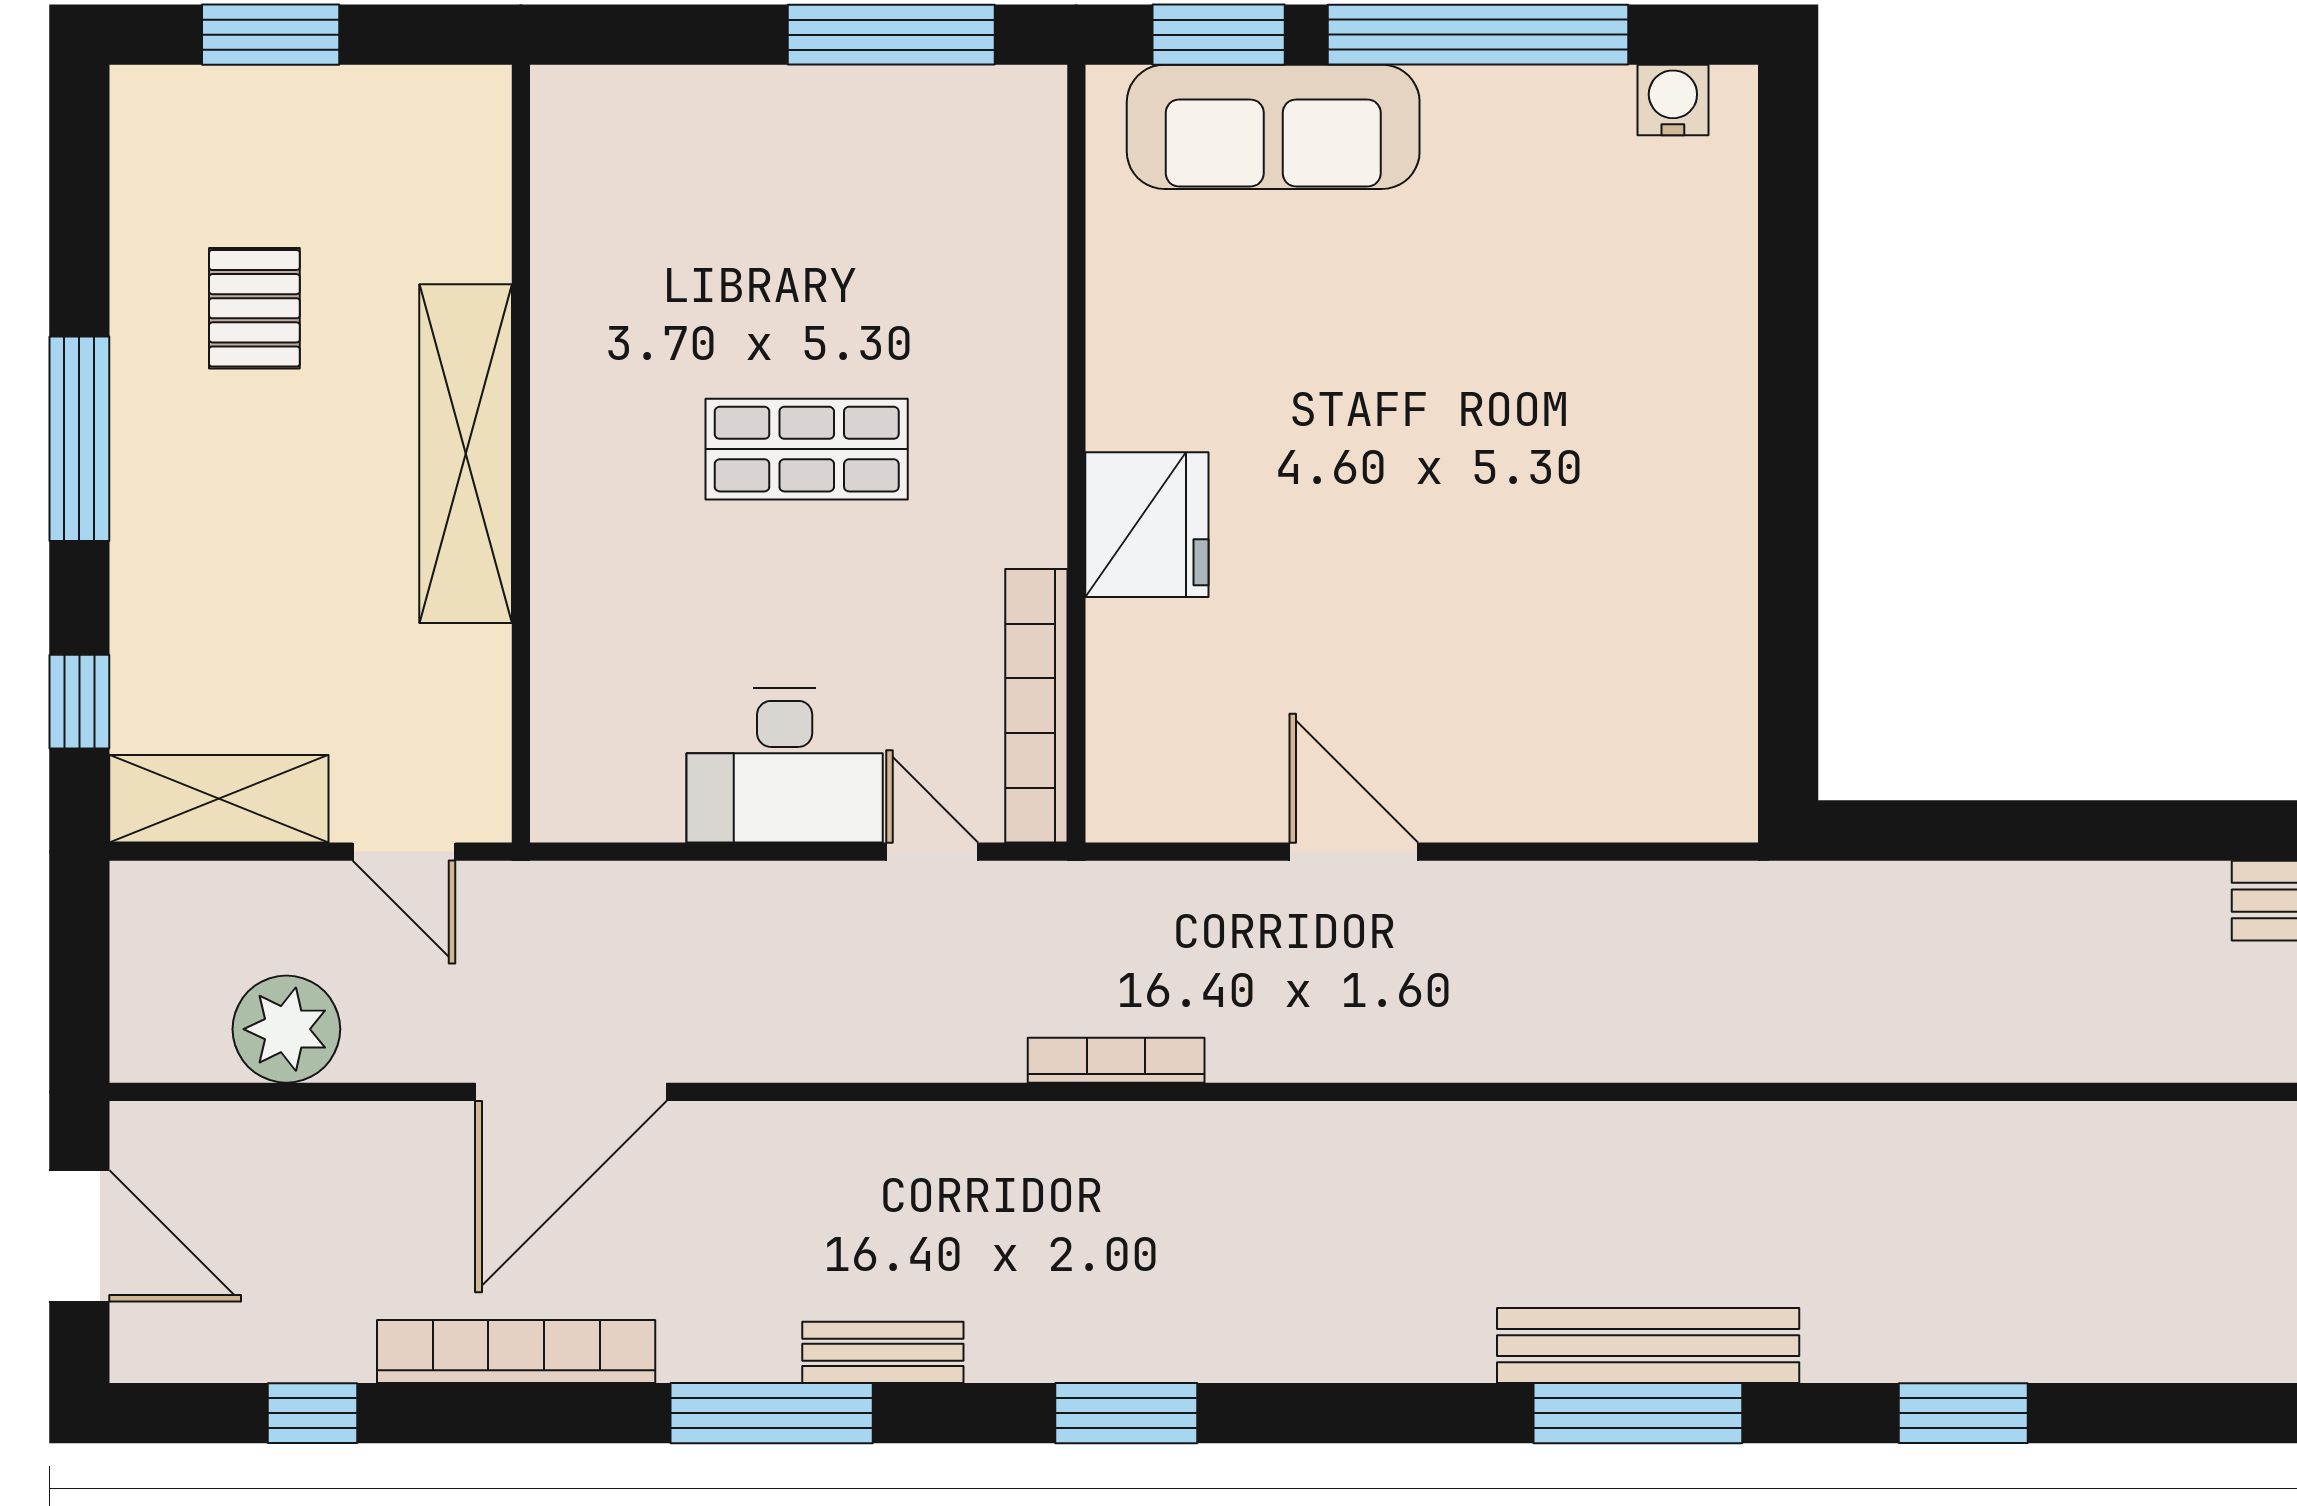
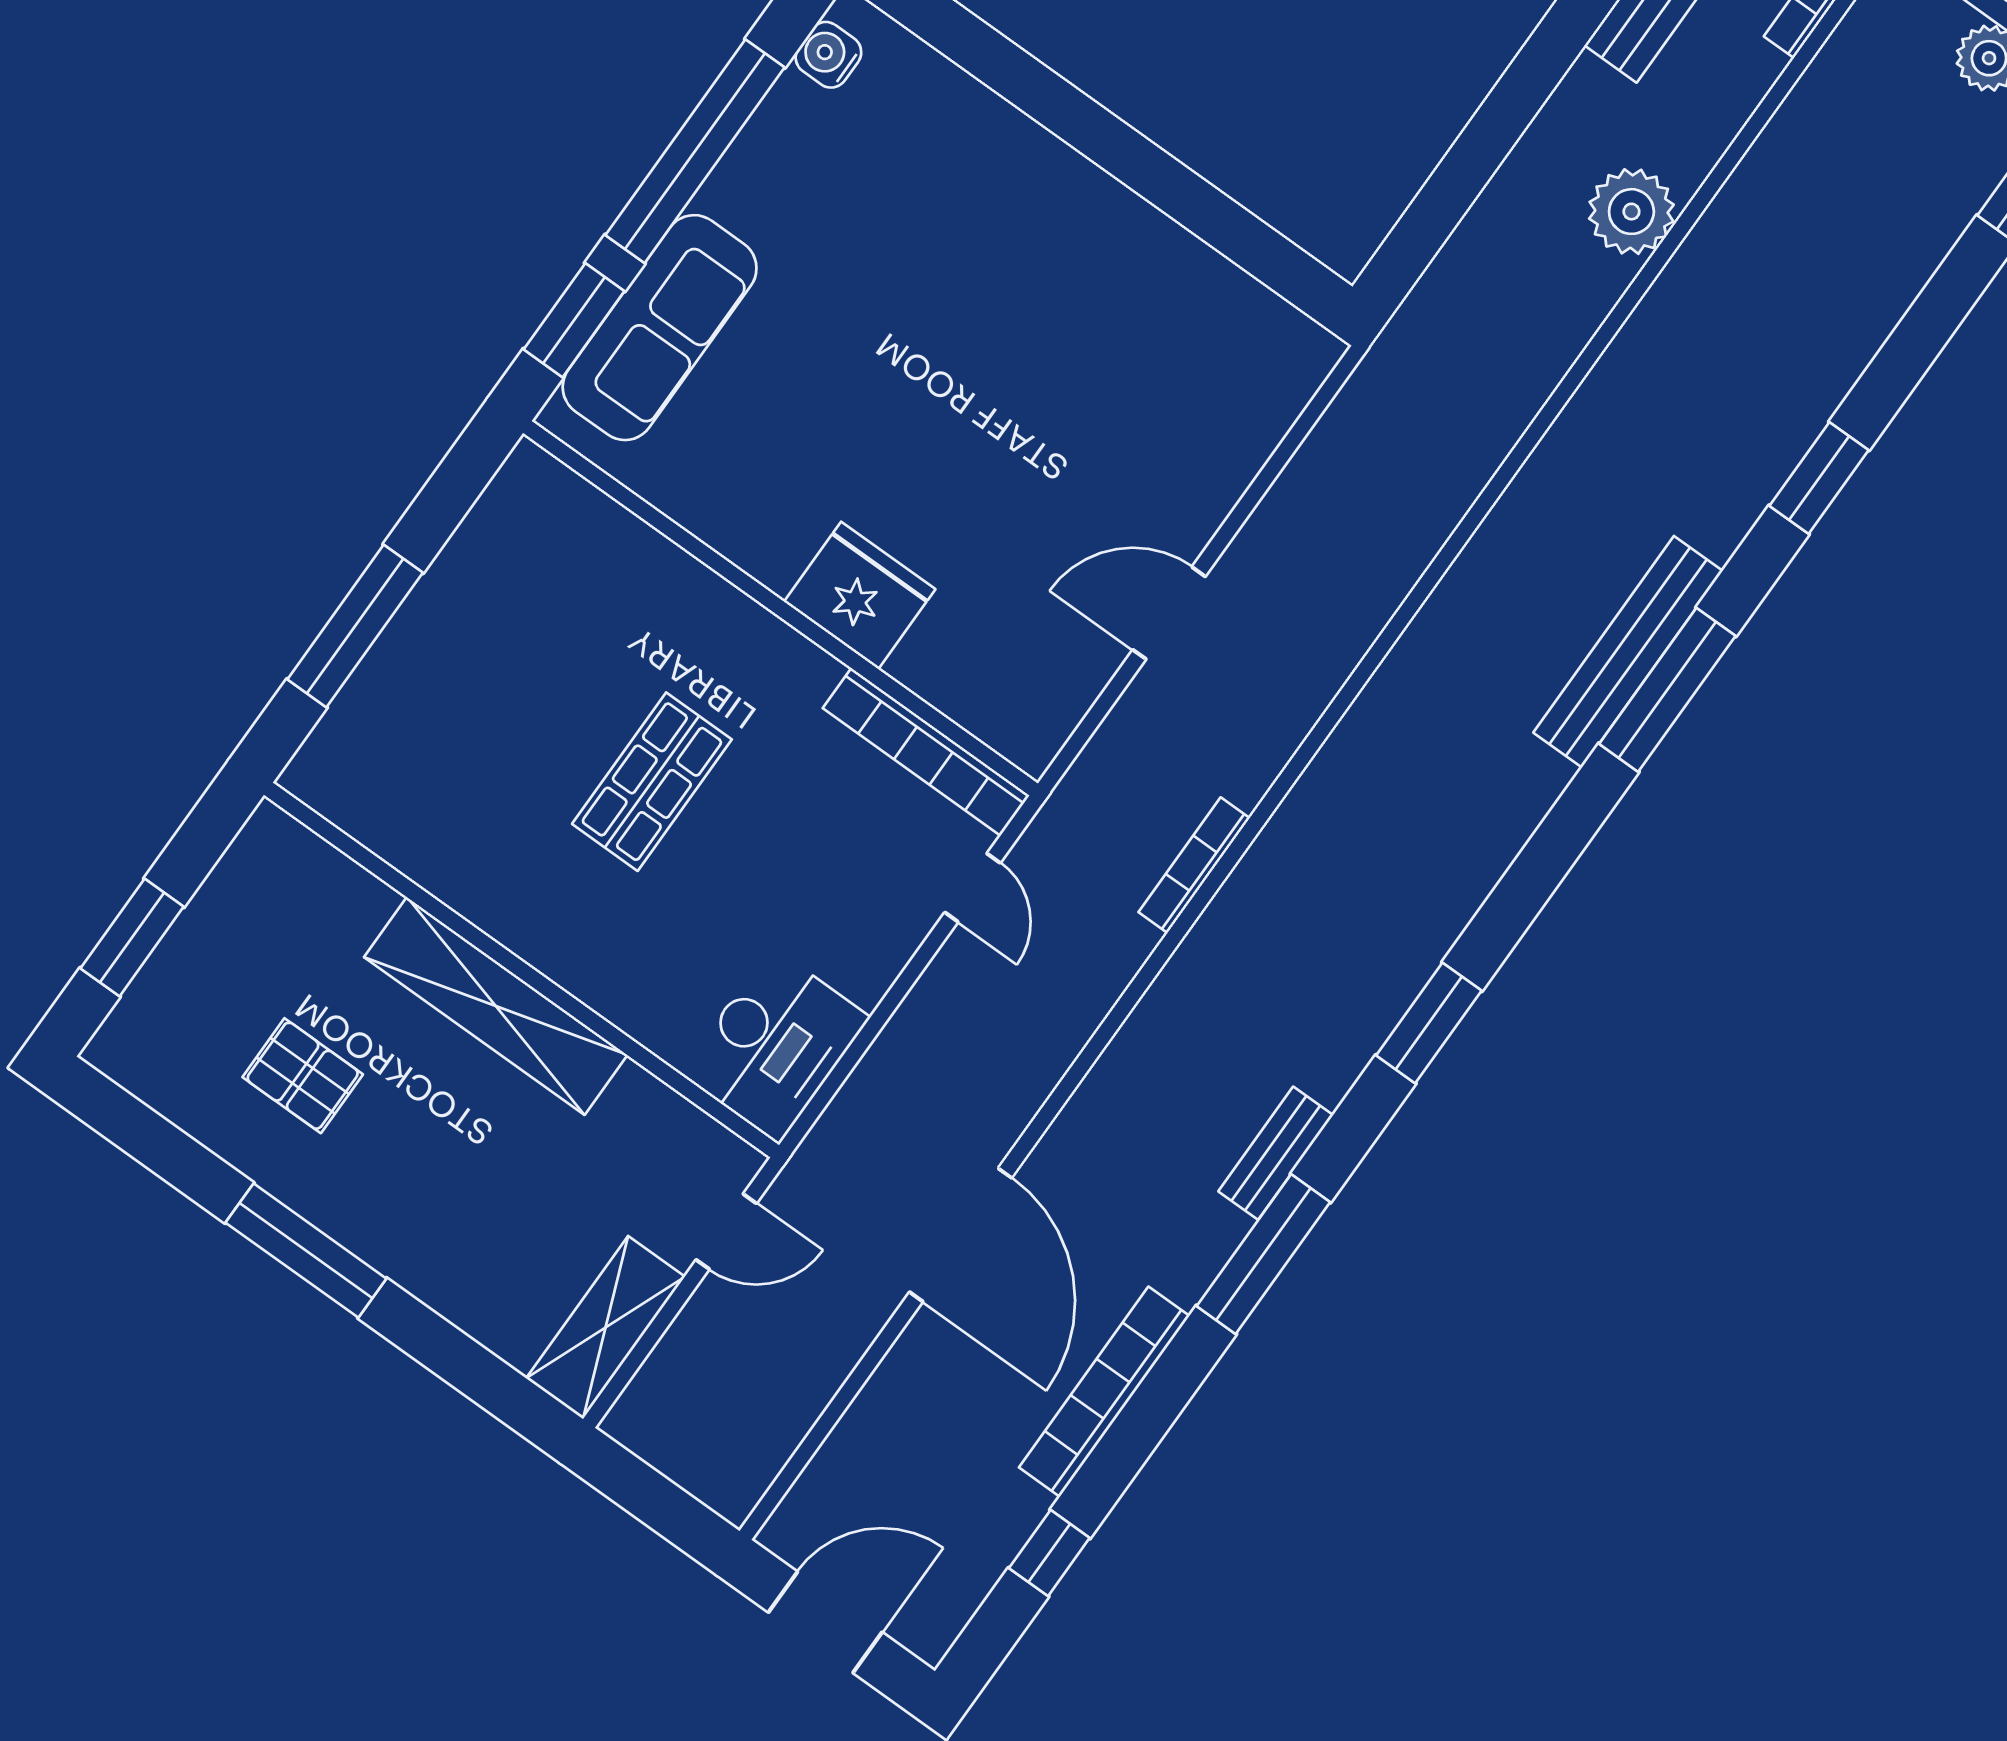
window: (891, 35) -> (355, 626), moved
window: (79, 702) -> (477, 1373), removed
desk: (785, 766) -> (775, 1045), moved
door: (932, 852) -> (972, 888), swing flipped
plant: (286, 1029) -> (1631, 212), moved

